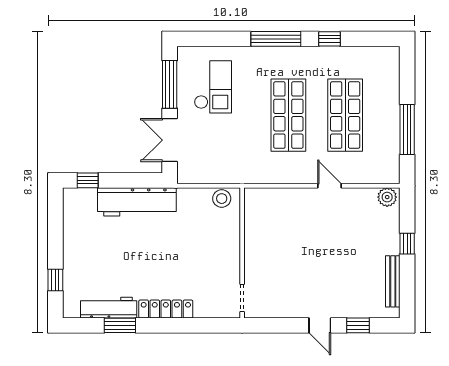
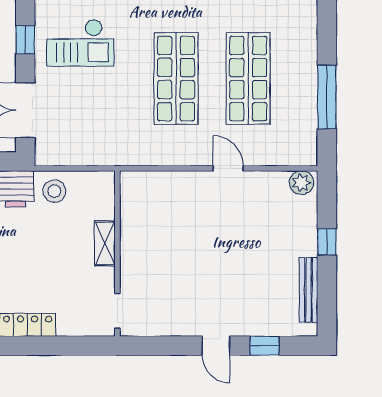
window: (170, 84) -> (25, 40), width x0.46
checkout: (213, 87) -> (80, 43), turned 90
stool: (222, 199) -> (54, 191), moved
shelving: (232, 245) -> (105, 243), added

